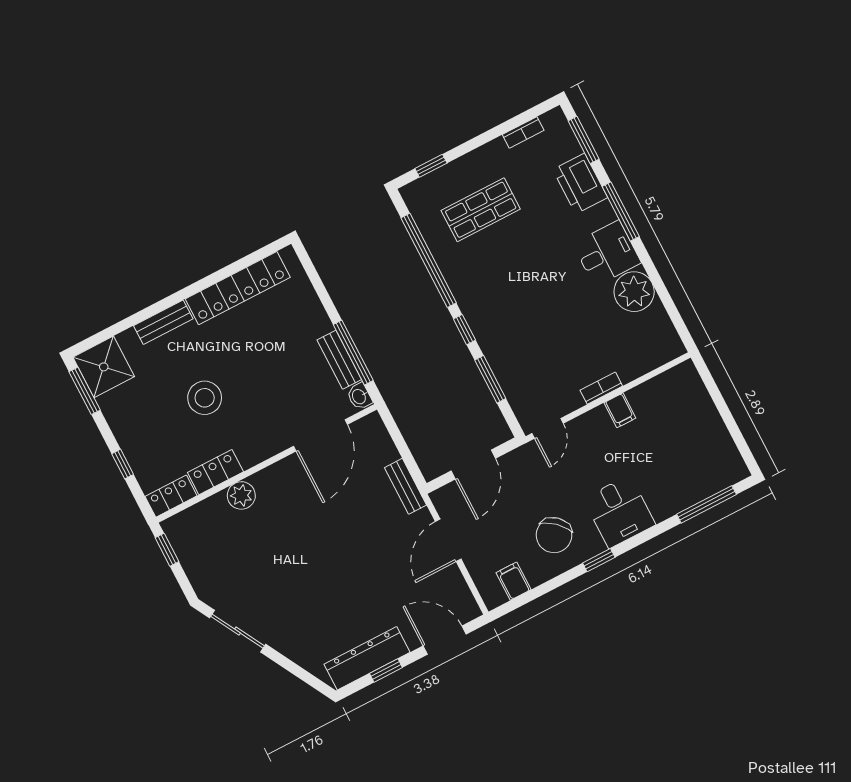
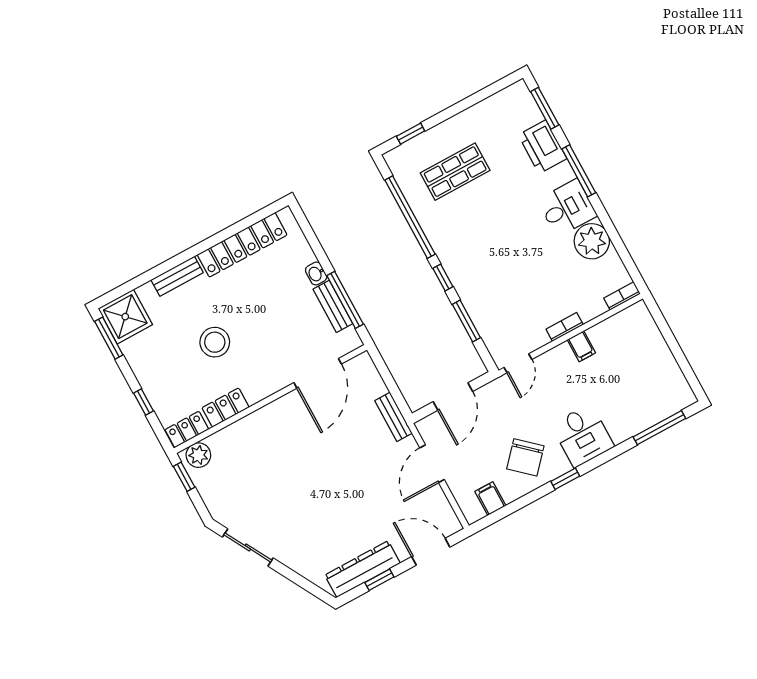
bookcase: (523, 132) -> (622, 296), moved, turned 180
washbasin: (359, 396) -> (316, 273), moved
plant: (241, 495) -> (198, 455), moved

